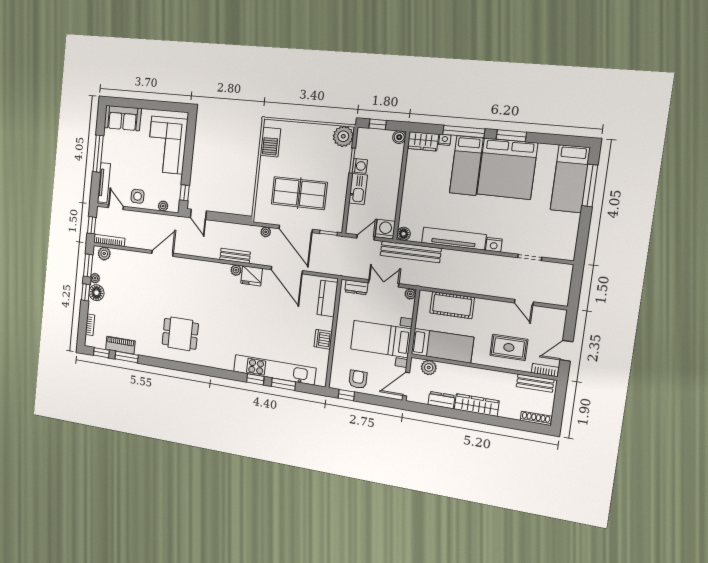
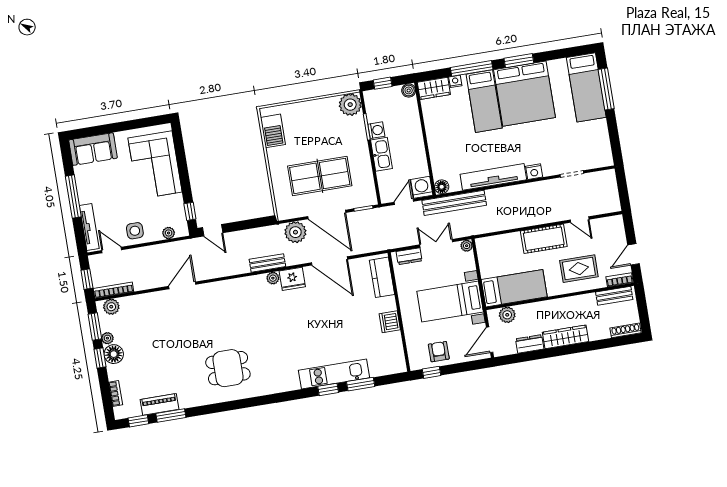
plant: (266, 232) -> (295, 232), width x1.88, depth x1.88
cot: (452, 305) -> (544, 239), moved
kitchen unit: (274, 370) -> (334, 374), width x0.73

